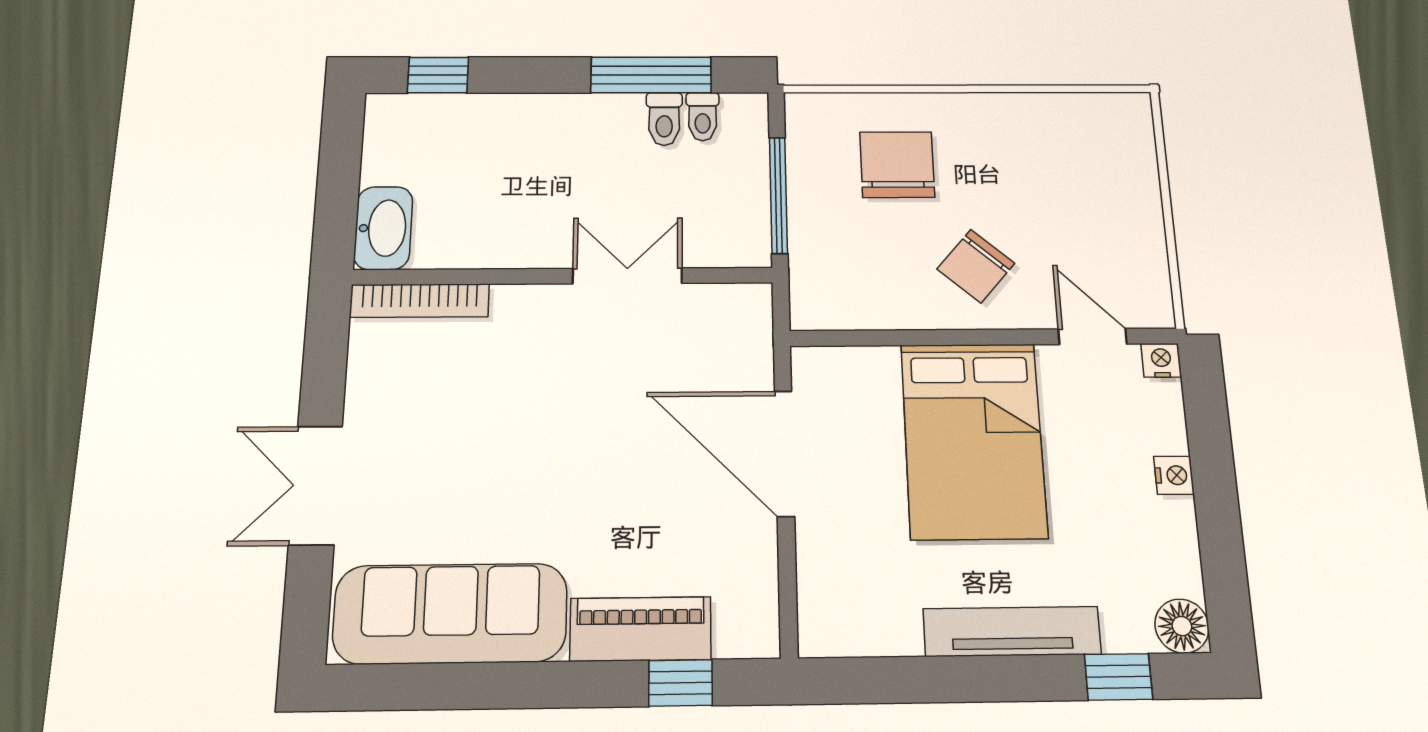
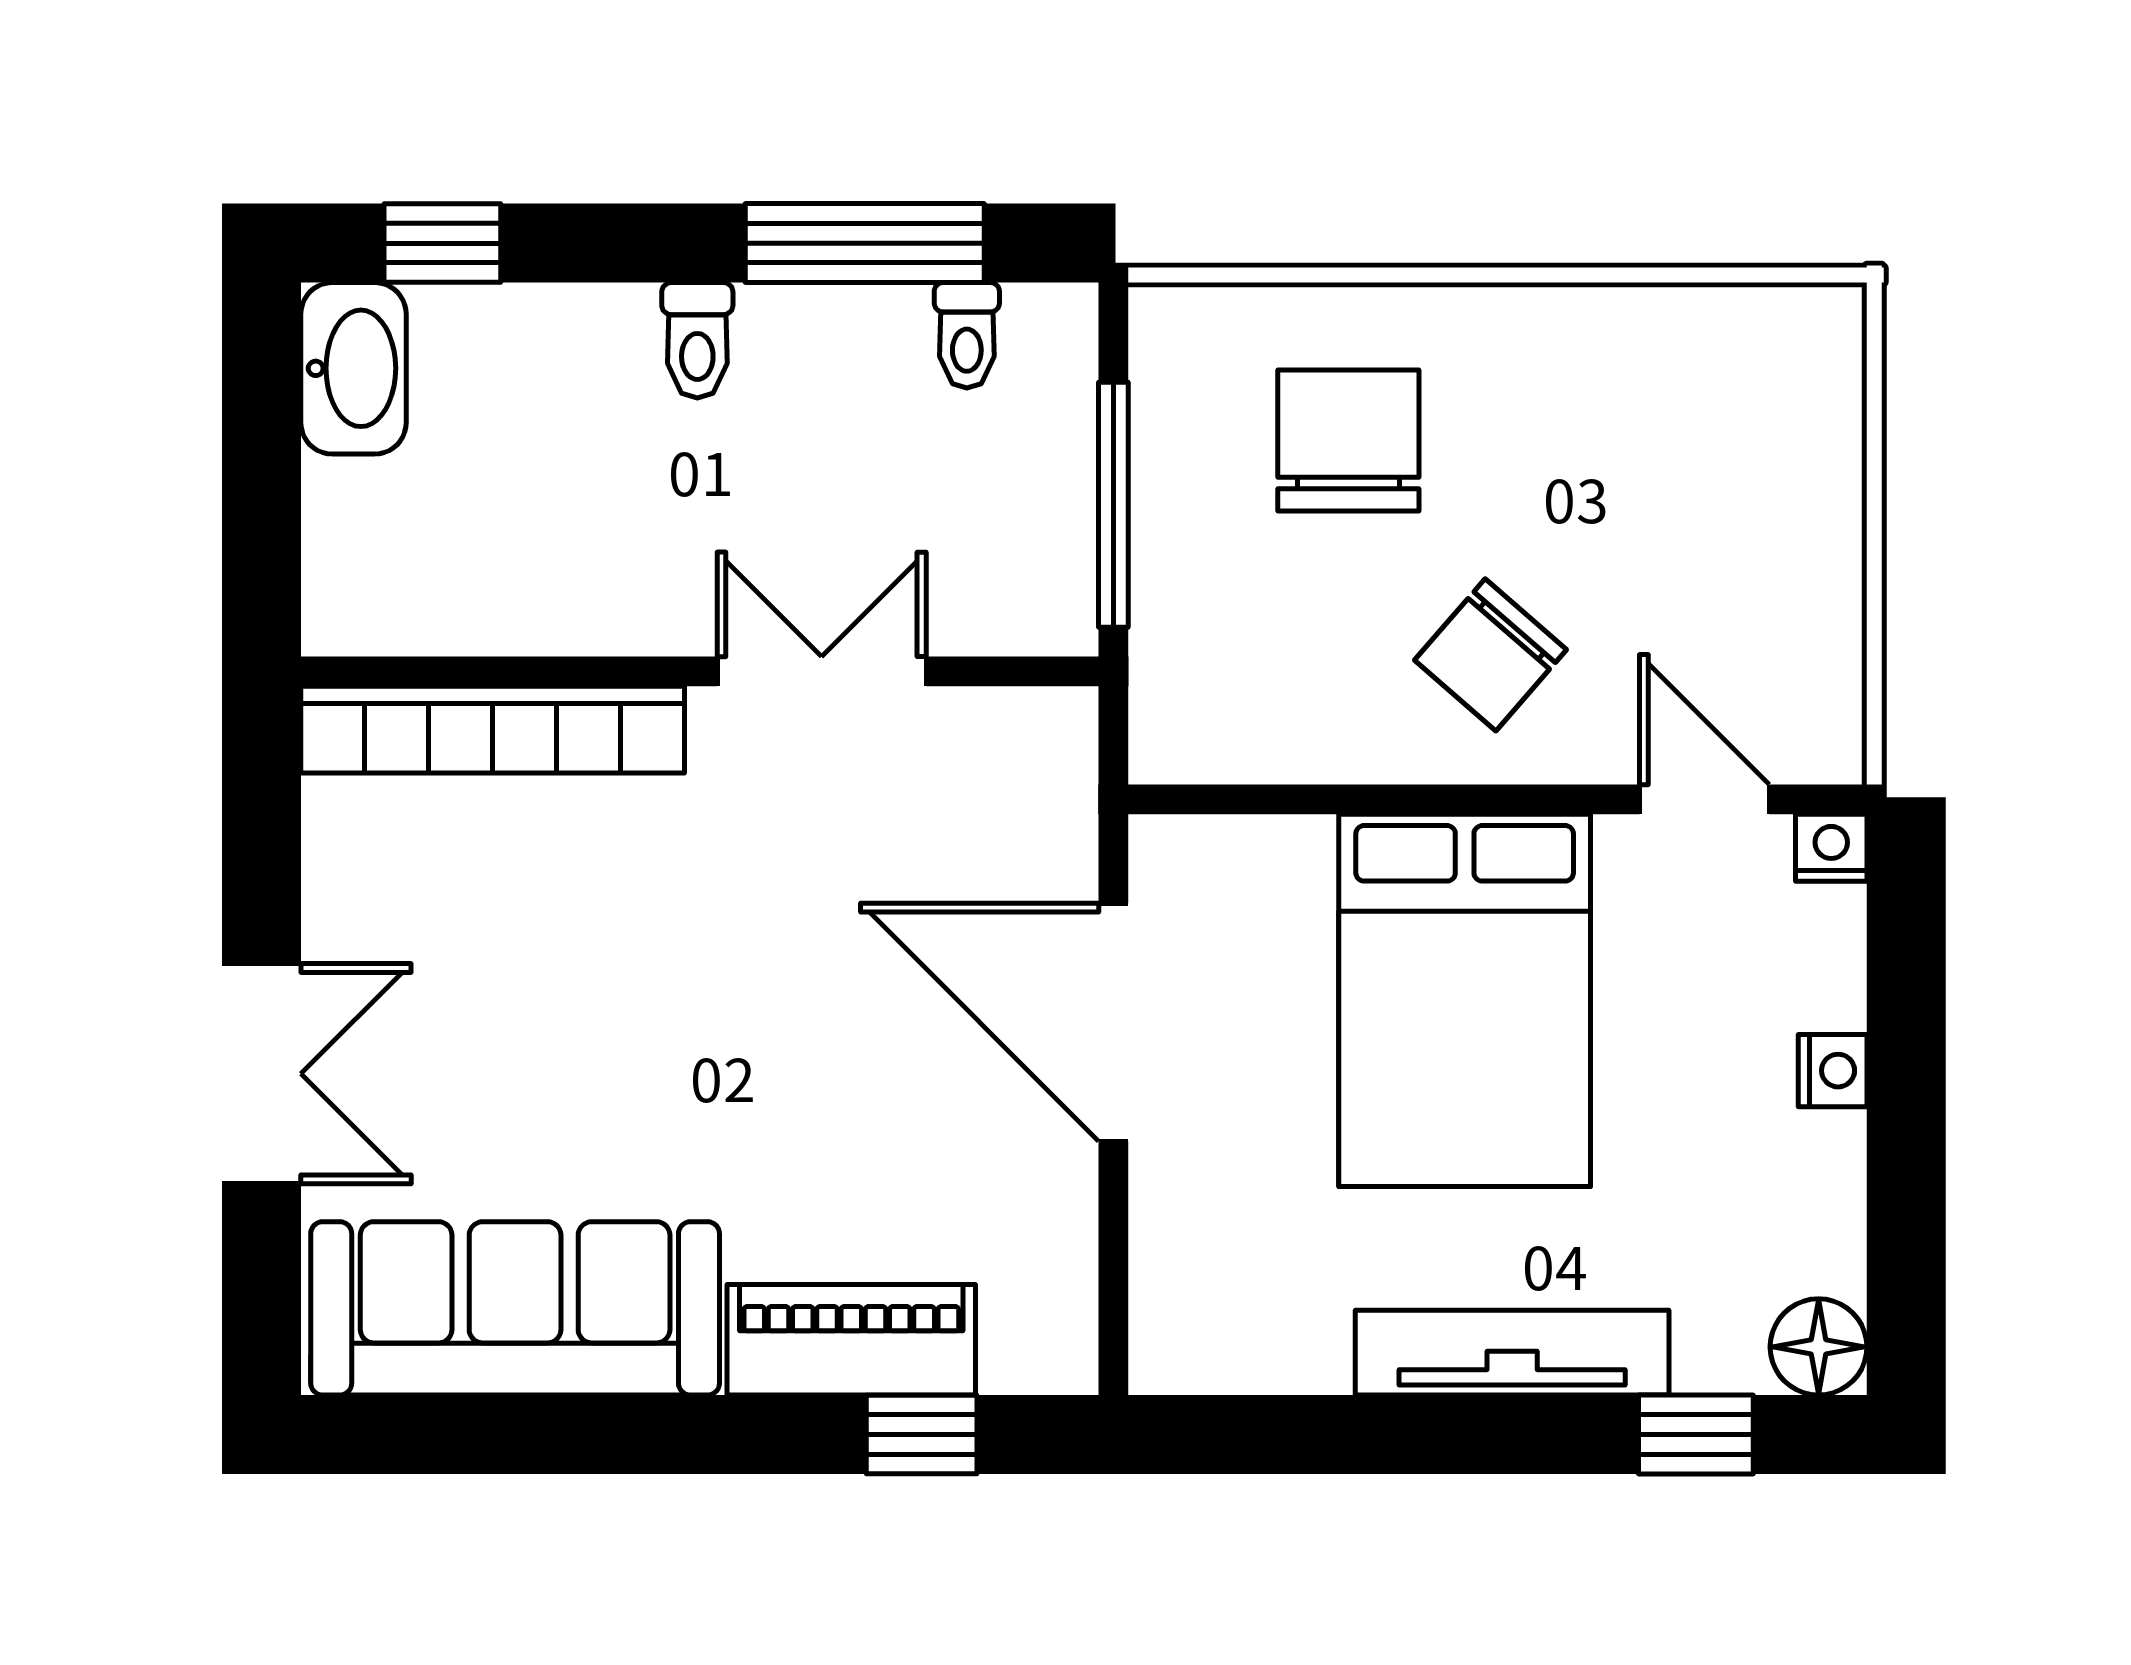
toilet: (664, 119) -> (697, 340), moved
washbasin: (383, 228) -> (354, 368), moved
bookcase: (420, 301) -> (493, 730), width x1.48, depth x1.31
double door: (316, 485) -> (262, 1074), swing flipped

